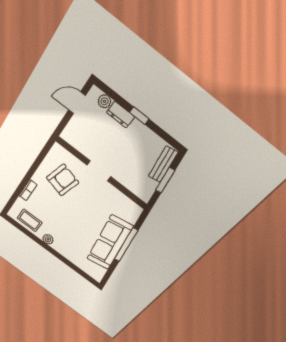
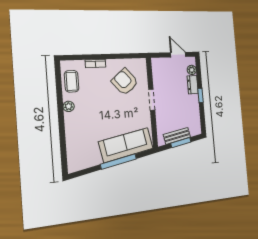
bench: (163, 164) -> (177, 136), moved
armchair: (63, 180) -> (125, 82), turned -145
sofa: (110, 243) -> (126, 145), moved

